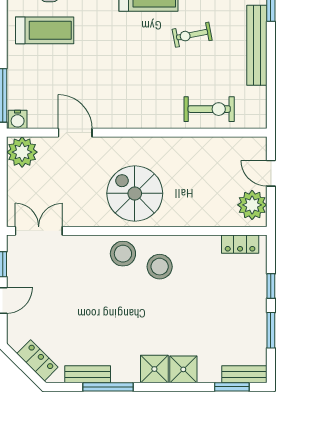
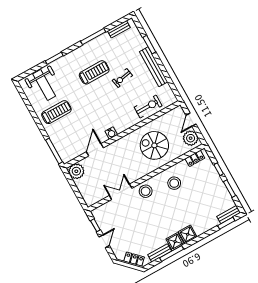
water cooler: (18, 119) -> (111, 133), moved
door: (75, 133) -> (95, 150), hinge flipped
door: (271, 173) -> (191, 120), hinge flipped
spiral stairs: (135, 193) -> (154, 145), moved
double door: (39, 231) -> (121, 192), moved
stool: (160, 267) -> (174, 183), moved
shower: (183, 369) -> (175, 242), moved

